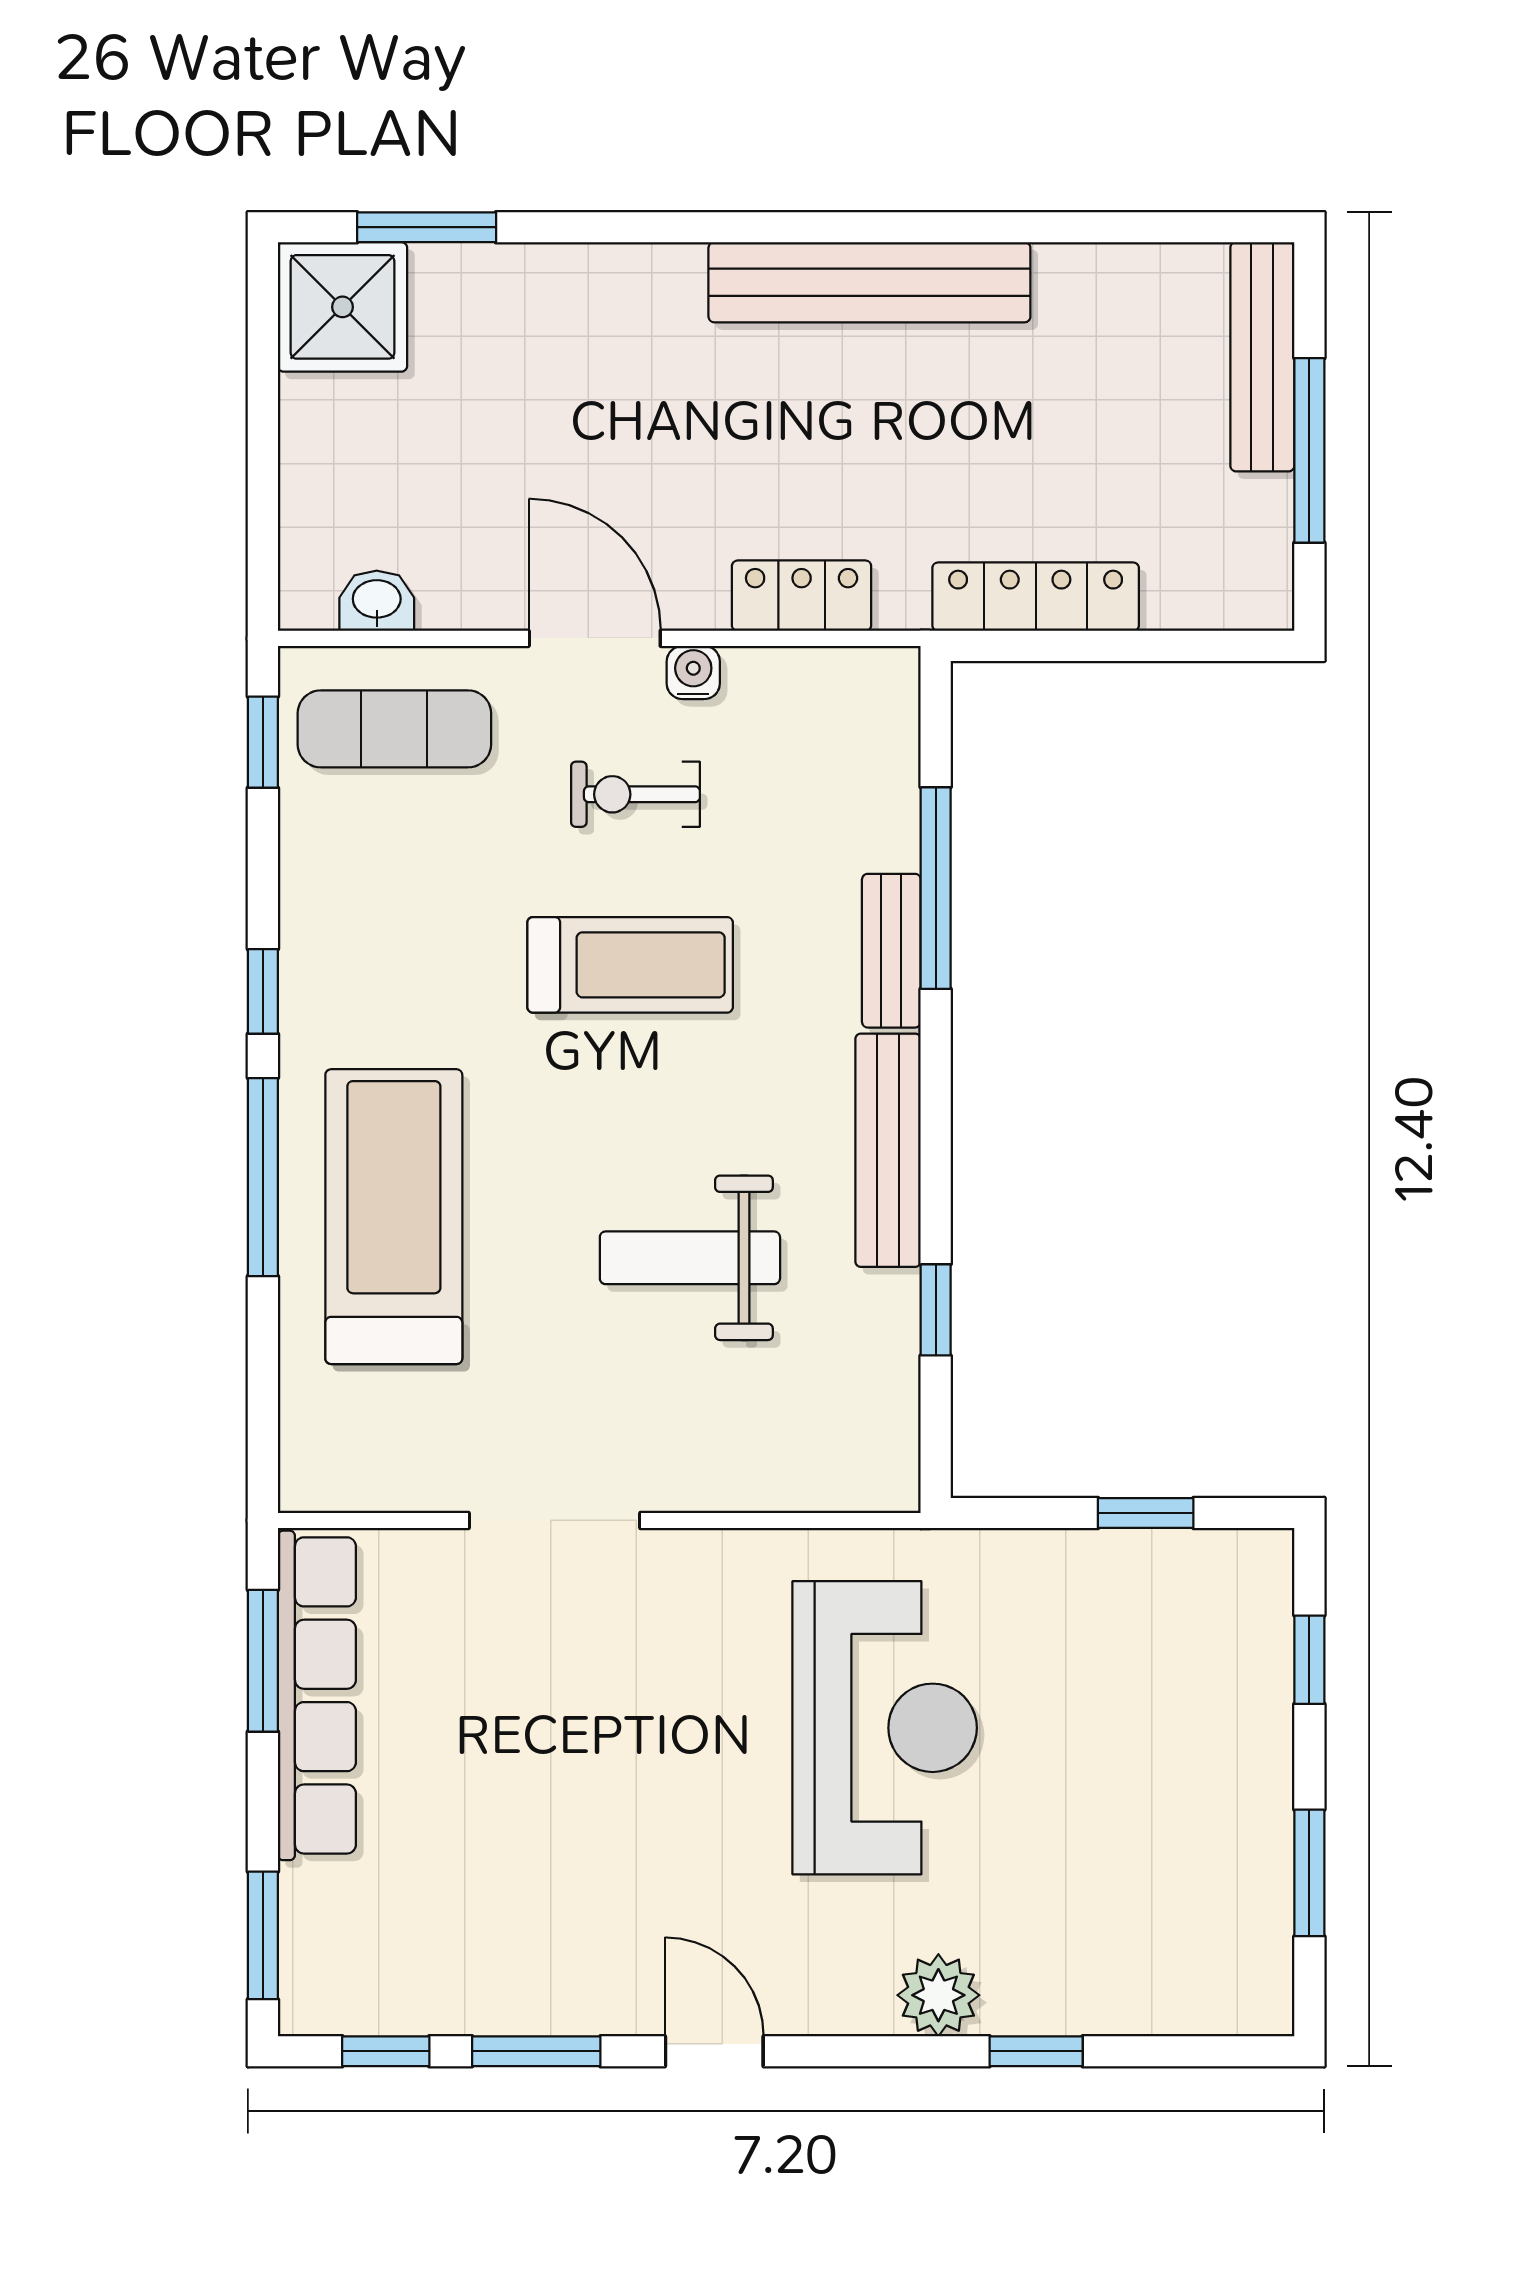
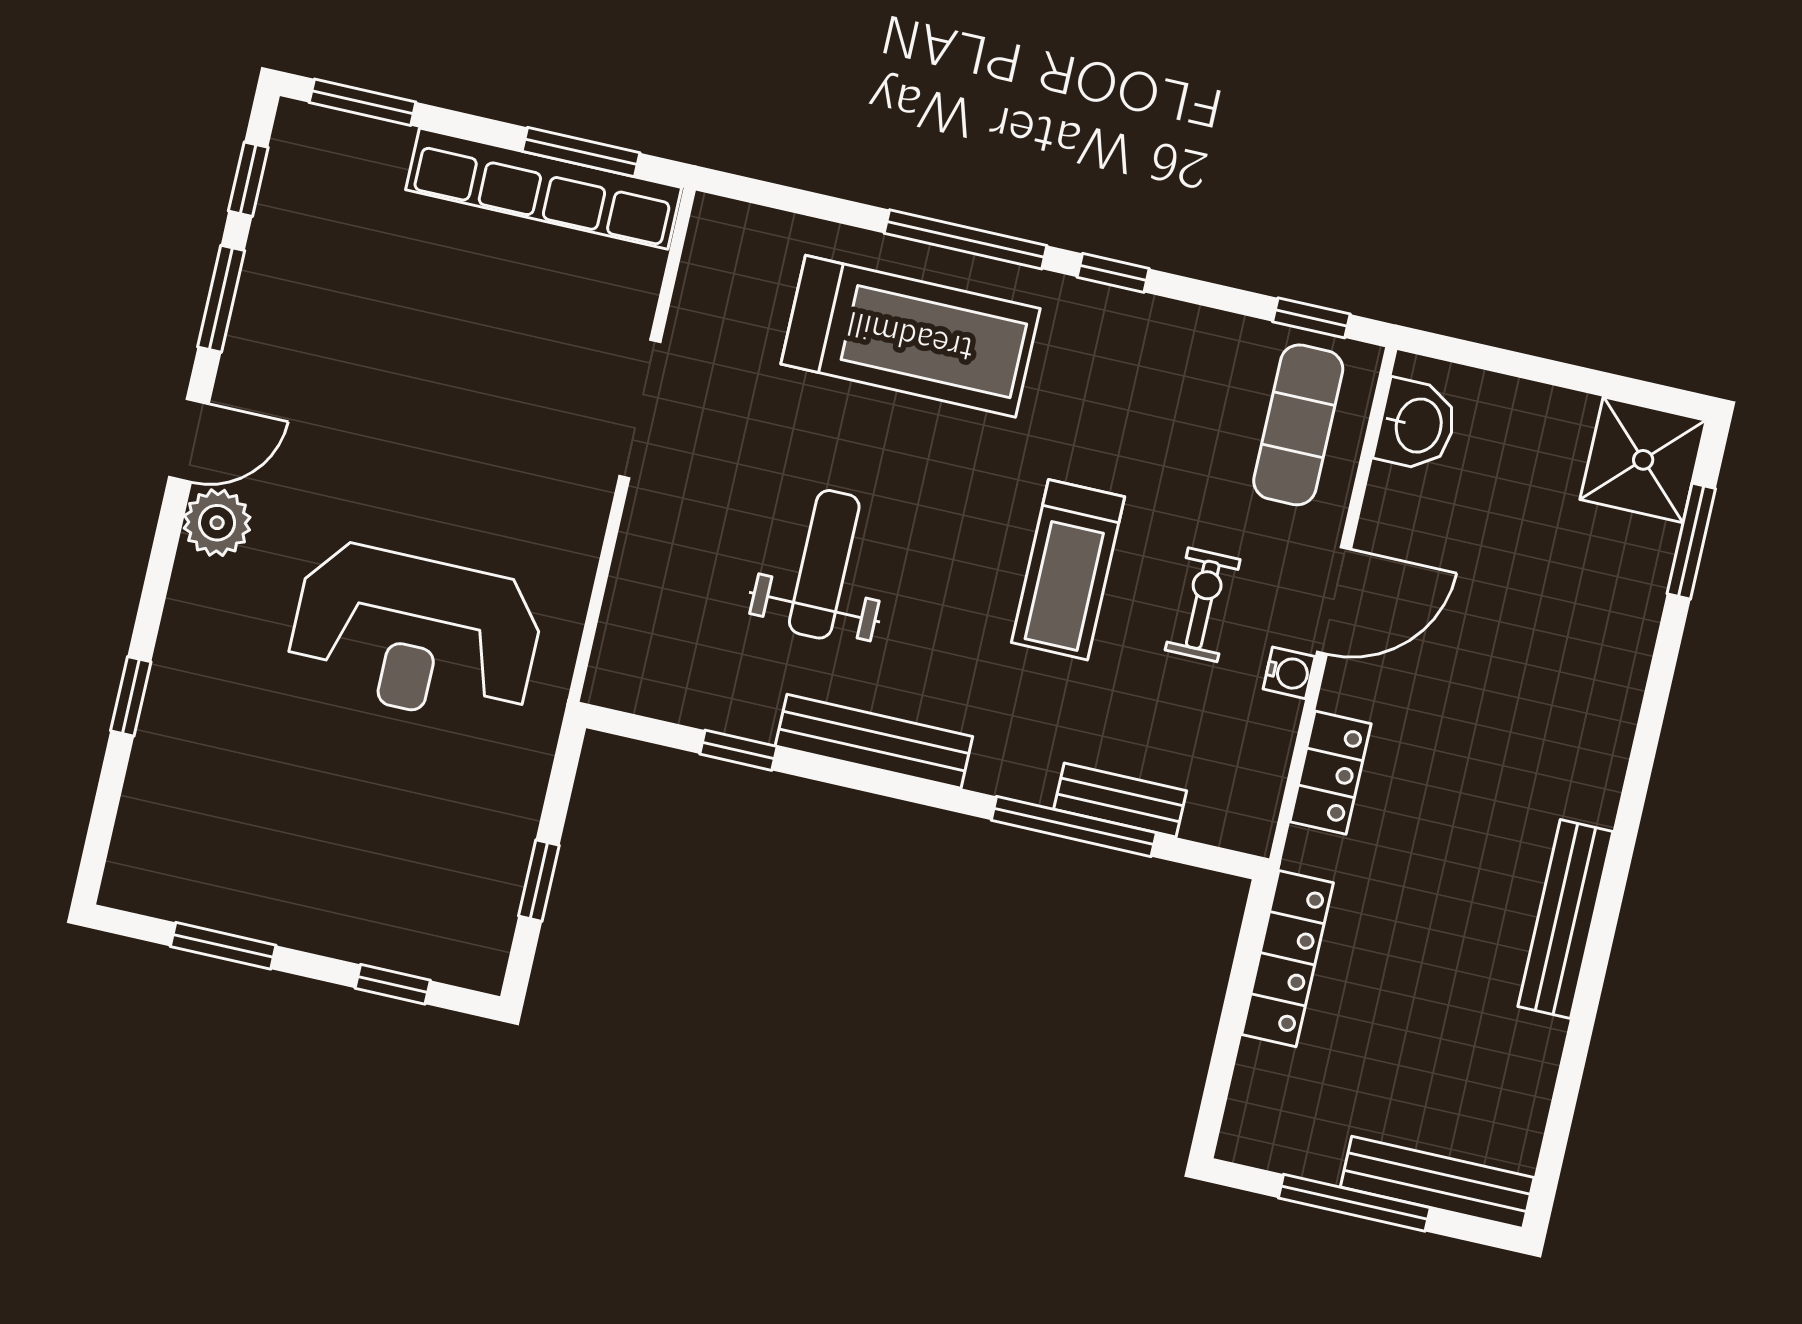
bench: (869, 282) -> (1565, 919), width x0.73, depth x0.82
washbasin: (377, 601) -> (1417, 425), width x1.38, depth x1.45
bench: (891, 951) -> (1120, 800), moved
plant: (938, 1995) -> (217, 523), moved

